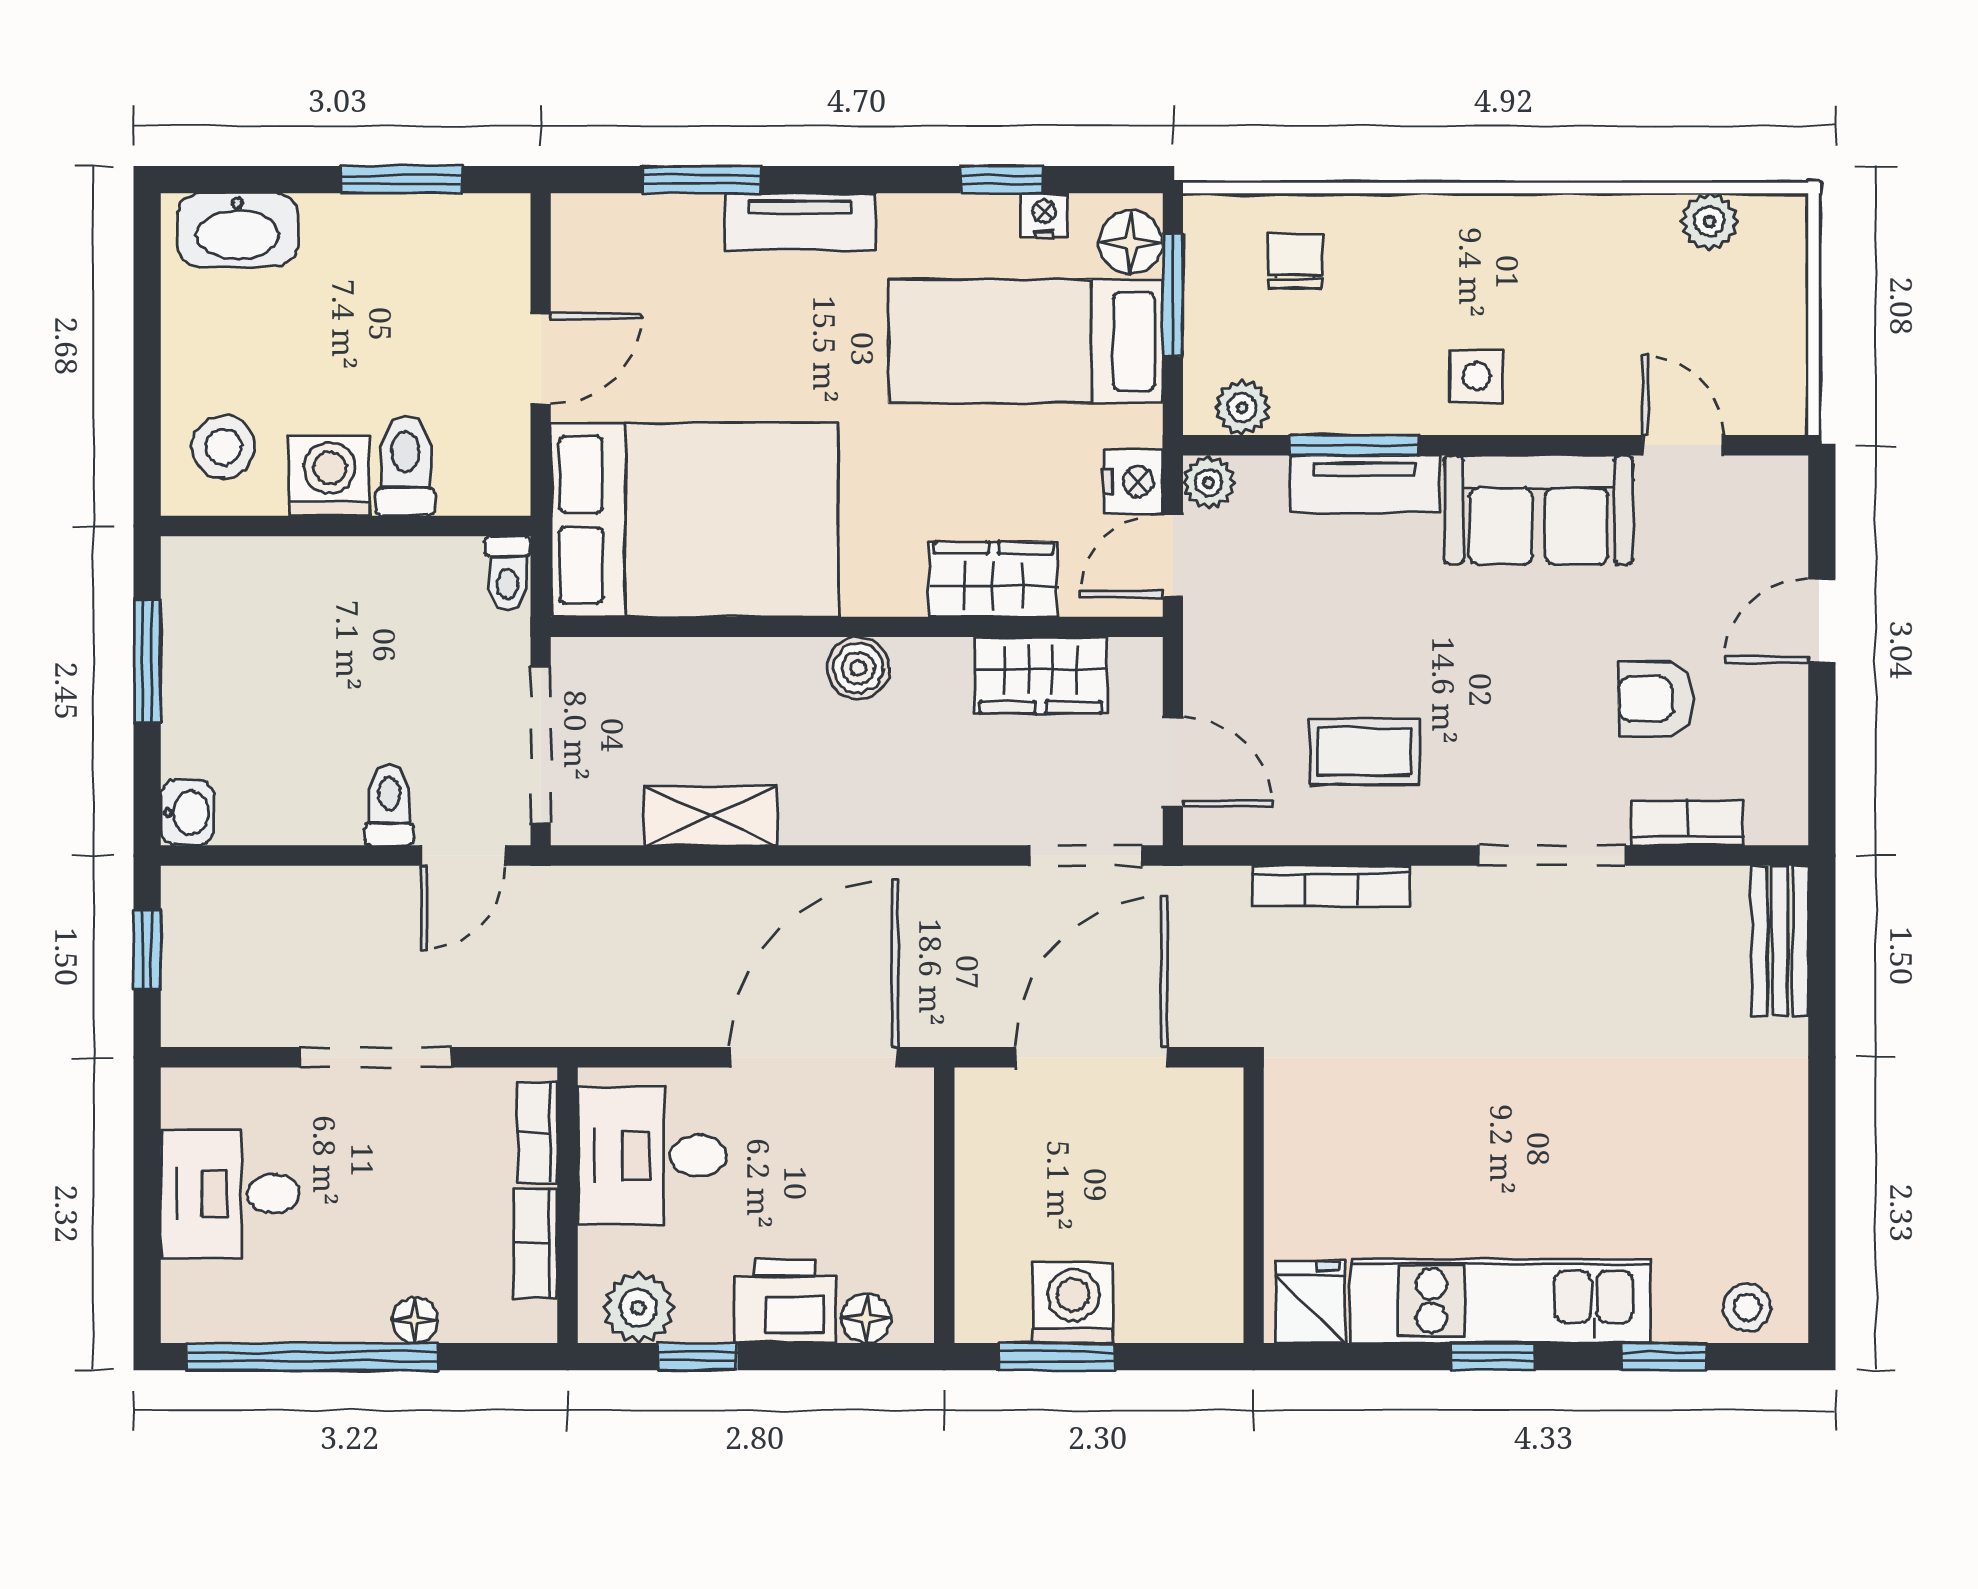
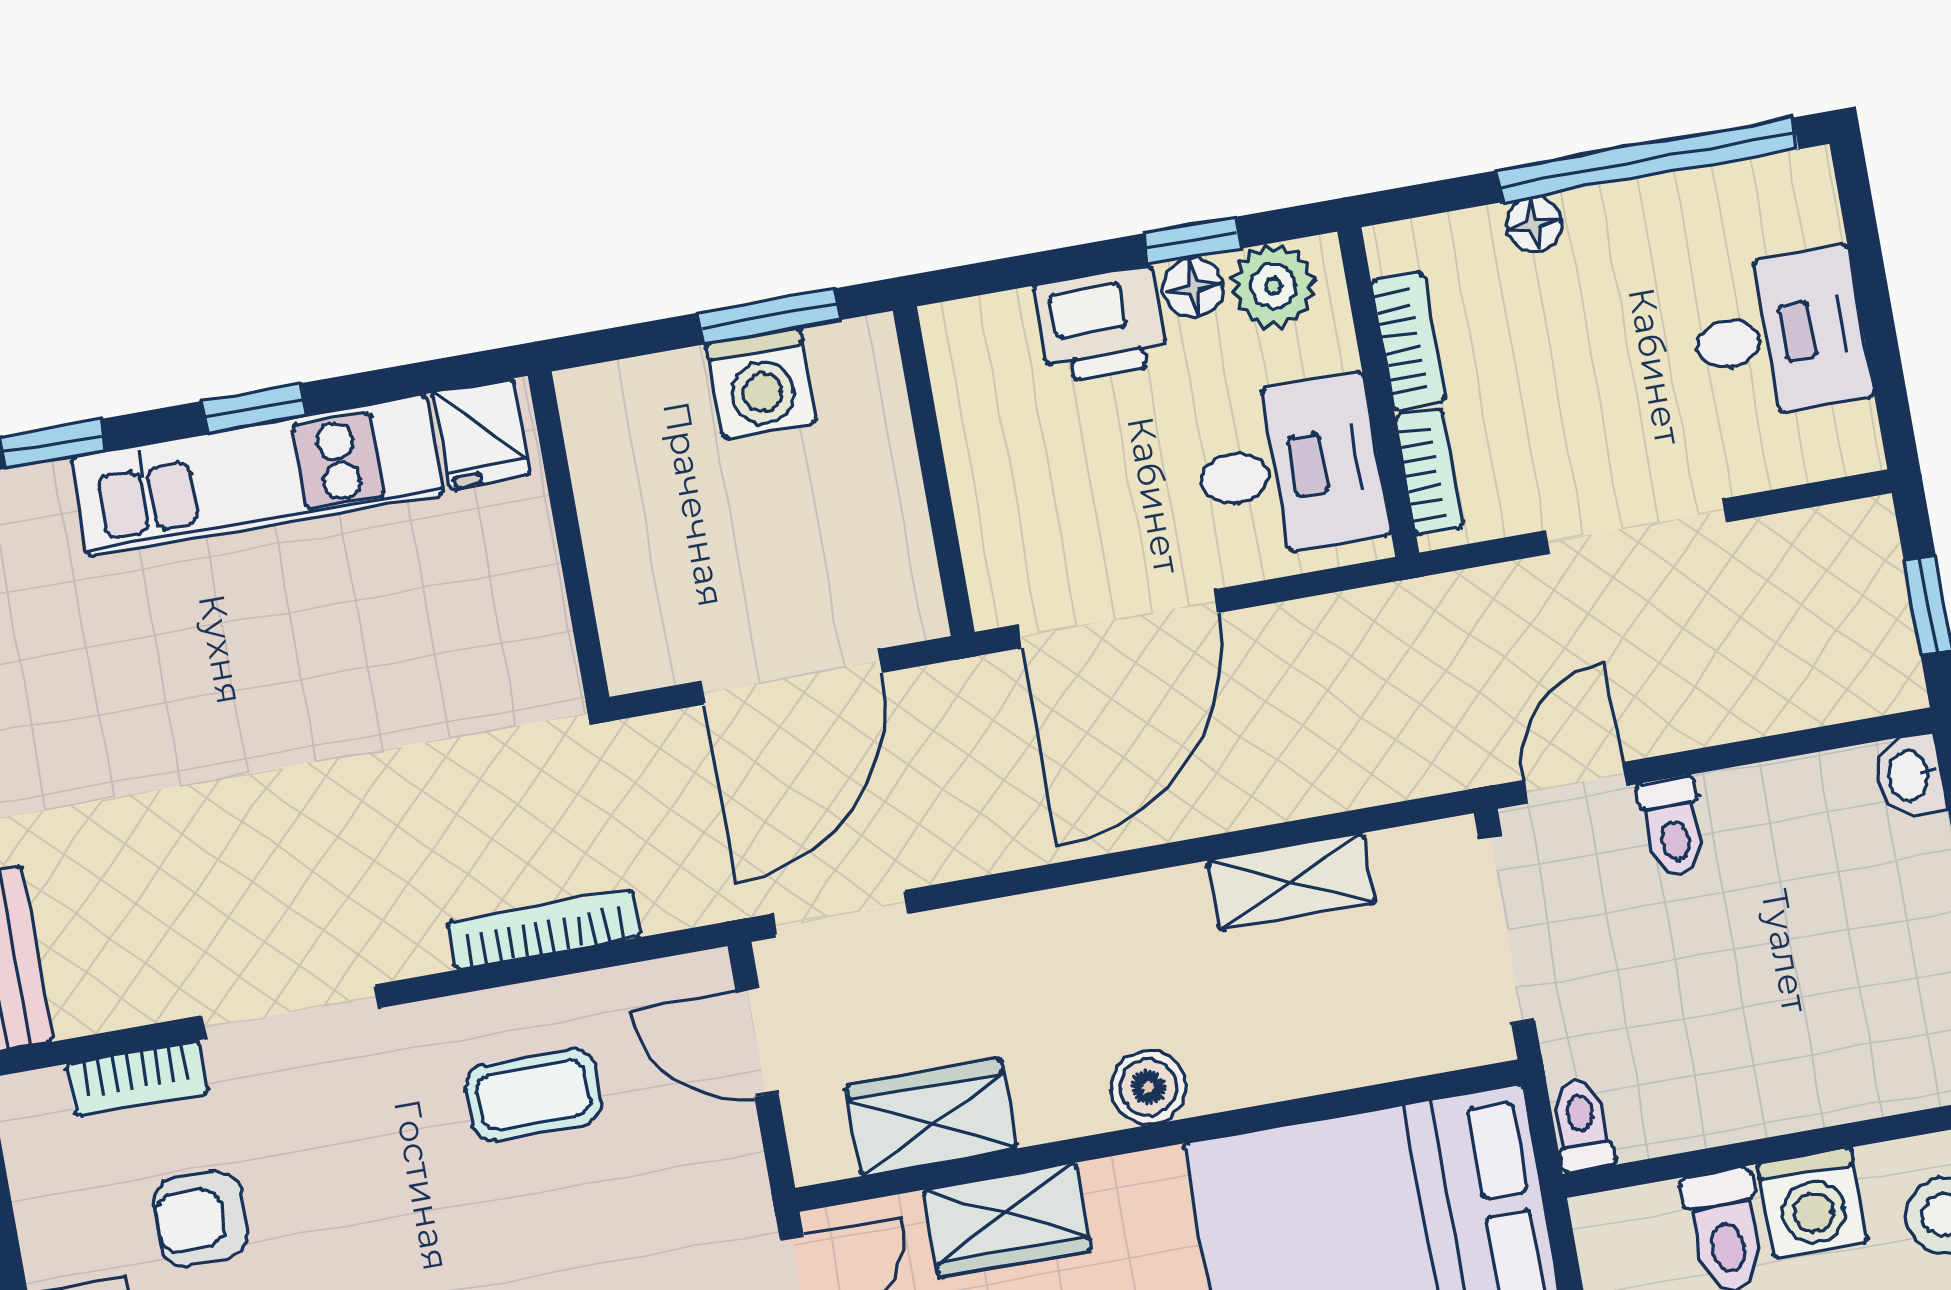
armchair: (1656, 699) -> (200, 1219), turned 180
floor lamp: (866, 1318) -> (1193, 287), moved

